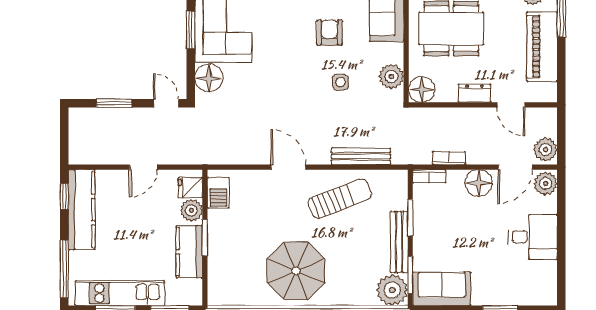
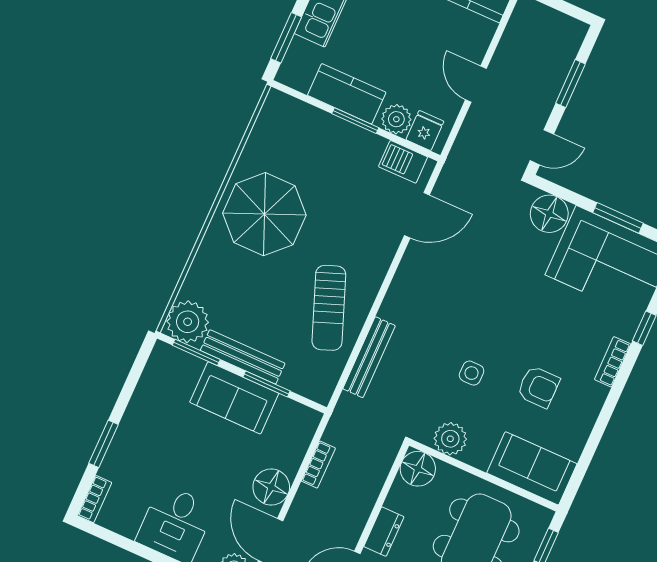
door: (288, 167) -> (417, 215), moved
bookcase: (429, 176) -> (95, 499), moved, turned 180
sofa: (442, 289) -> (234, 398), moved, turned 90

